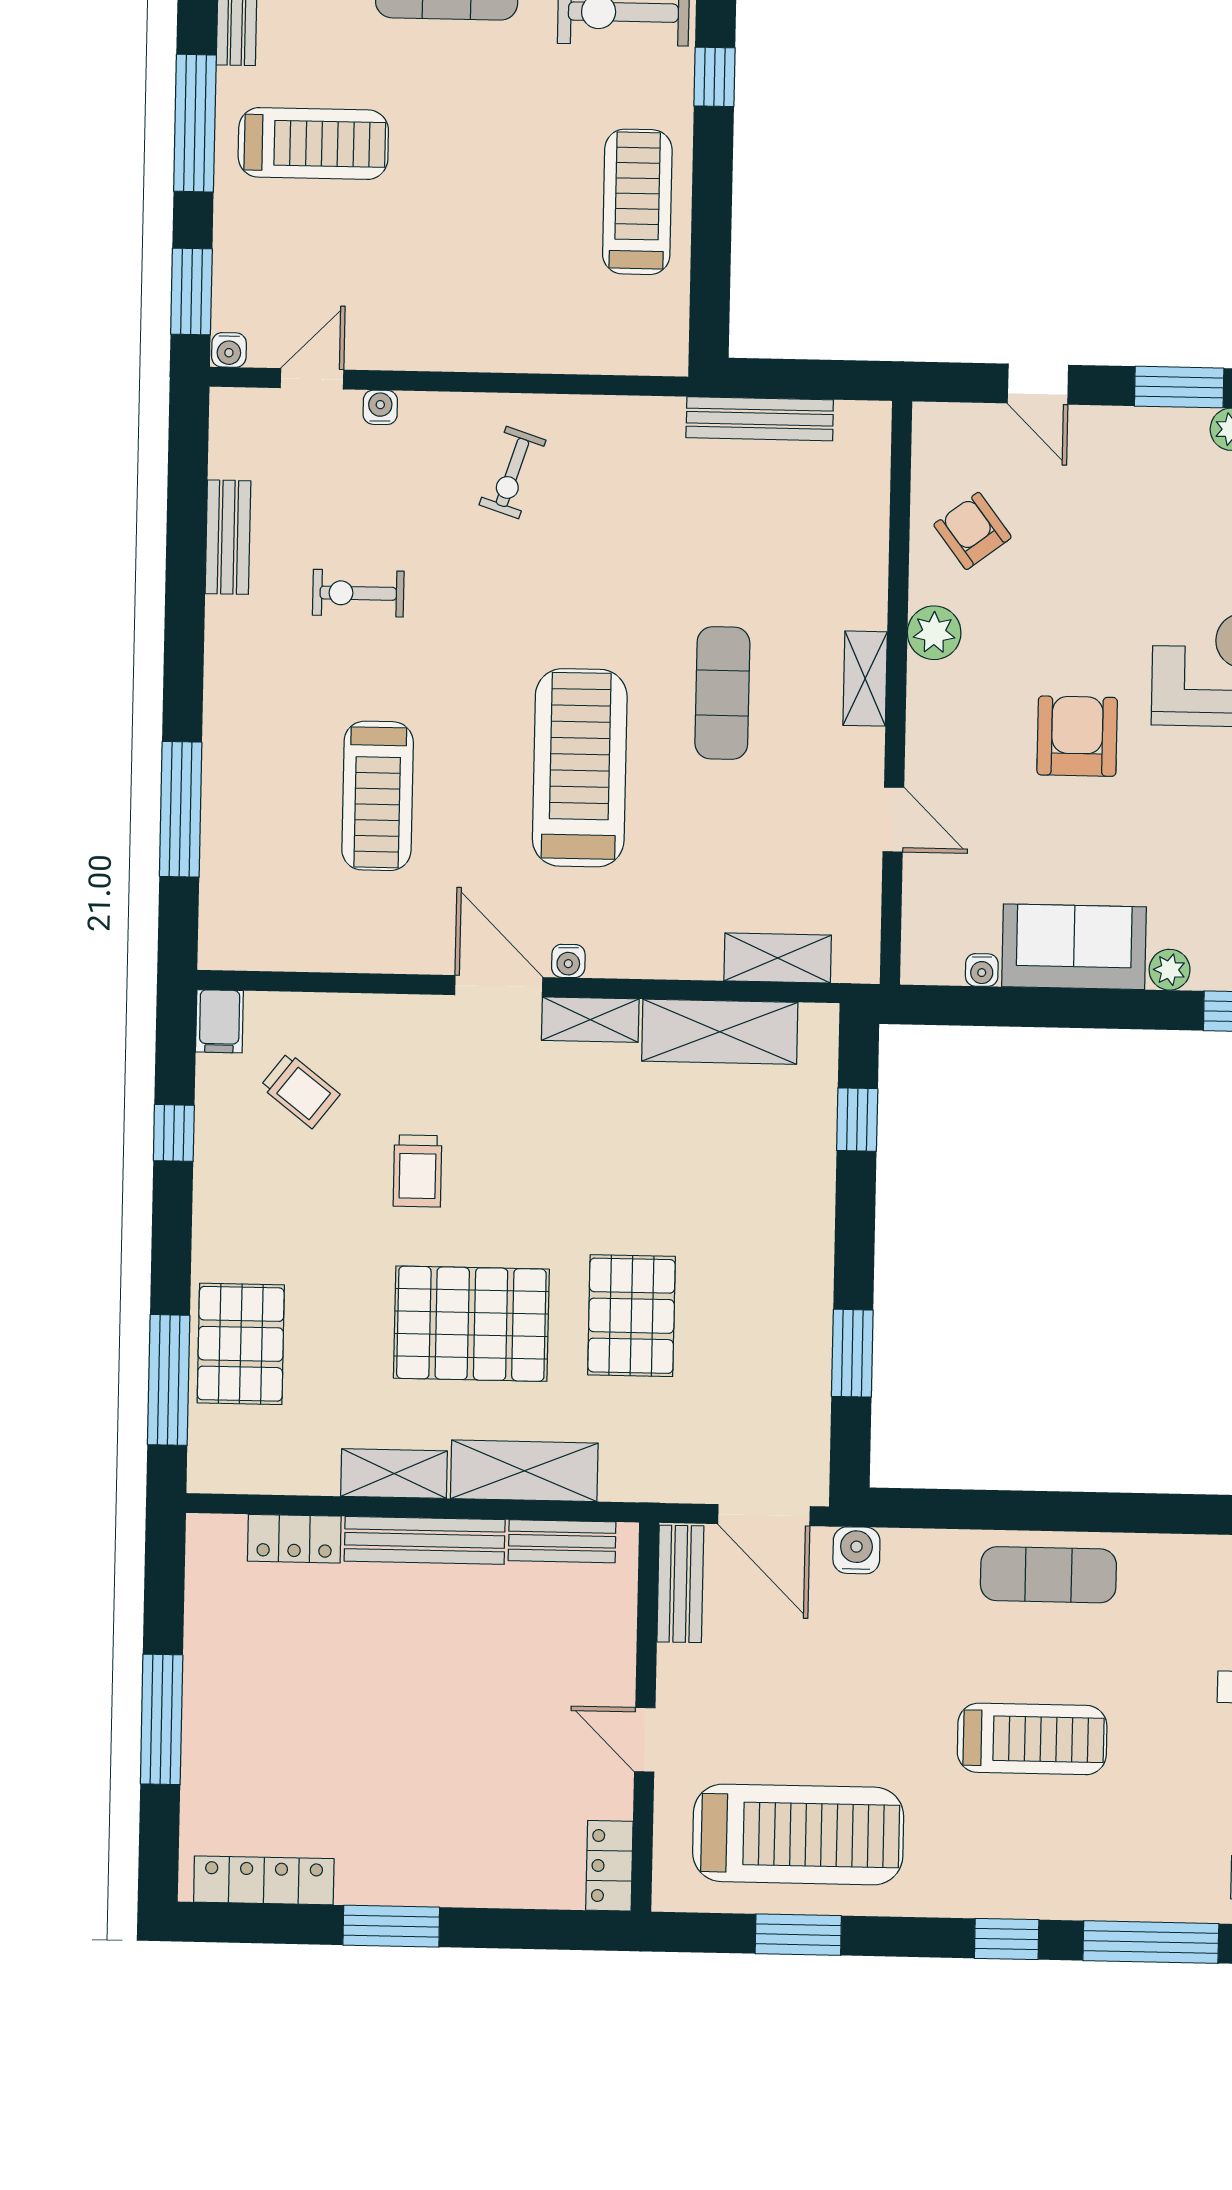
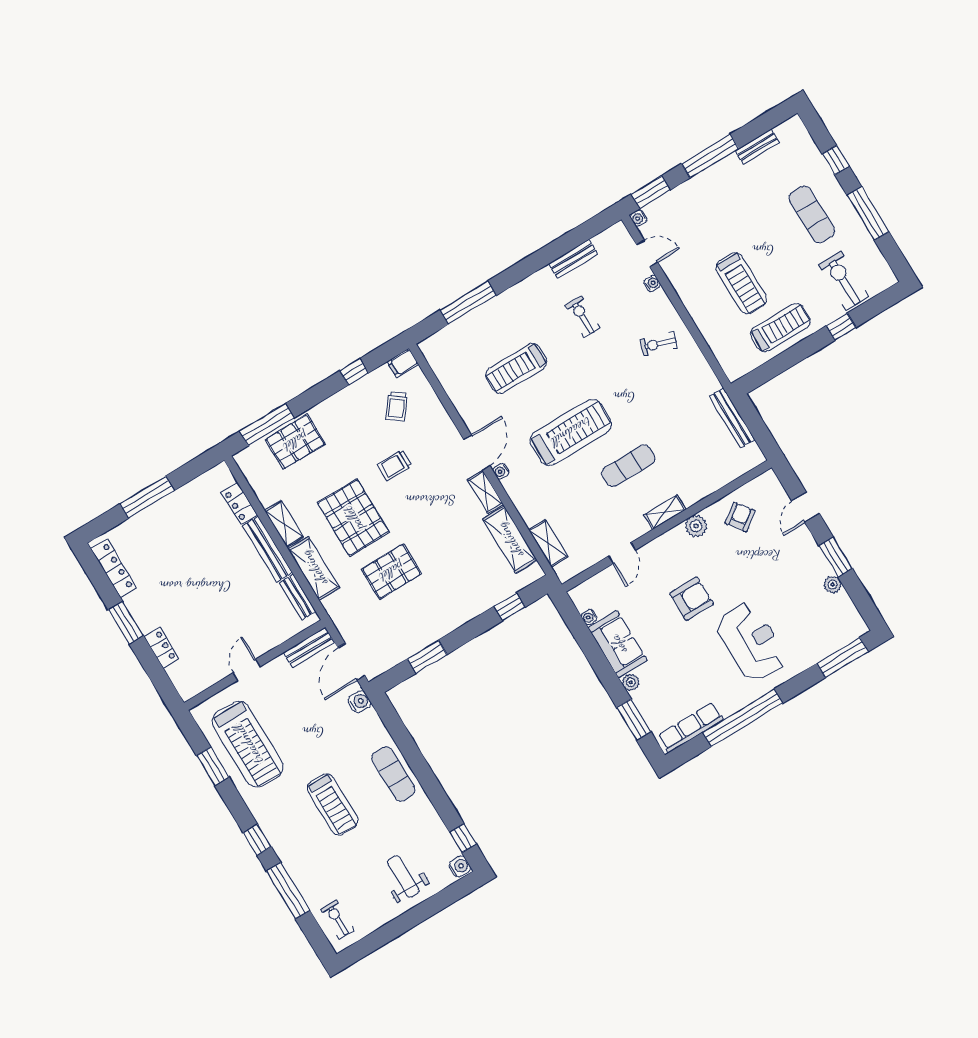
treadmill: (313, 144) -> (741, 283), moved
locker: (609, 1866) -> (161, 648), moved, turned 90

